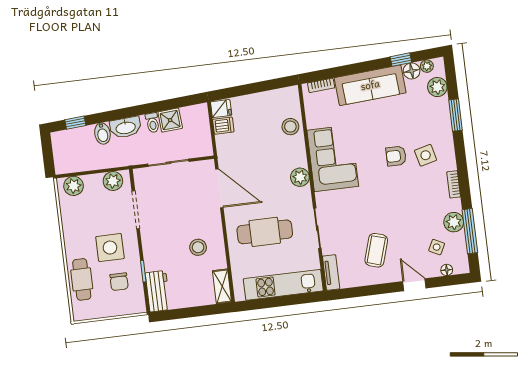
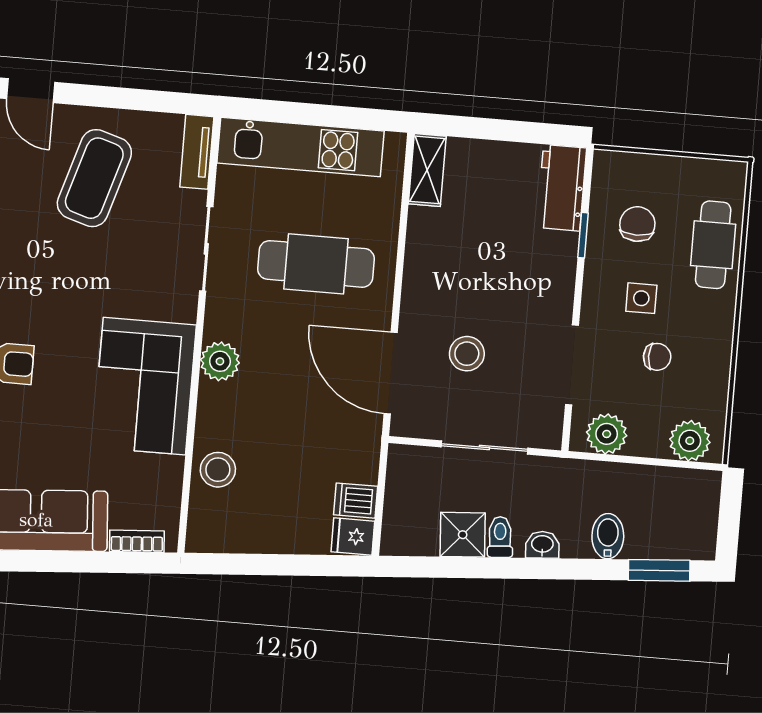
window: (75, 123) -> (659, 570), width x1.50
washbasin: (126, 127) -> (542, 545), width x0.52, depth x0.69
chair: (97, 222) -> (657, 357), added
stool: (198, 247) -> (467, 354), moved
side table: (110, 248) -> (641, 298), width x0.54, depth x0.54
coffee table: (376, 250) -> (94, 178), width x1.36, depth x1.32

